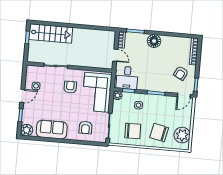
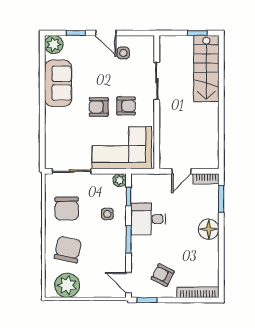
desk: (127, 78) -> (148, 219), moved
armchair: (86, 128) -> (99, 107), moved

